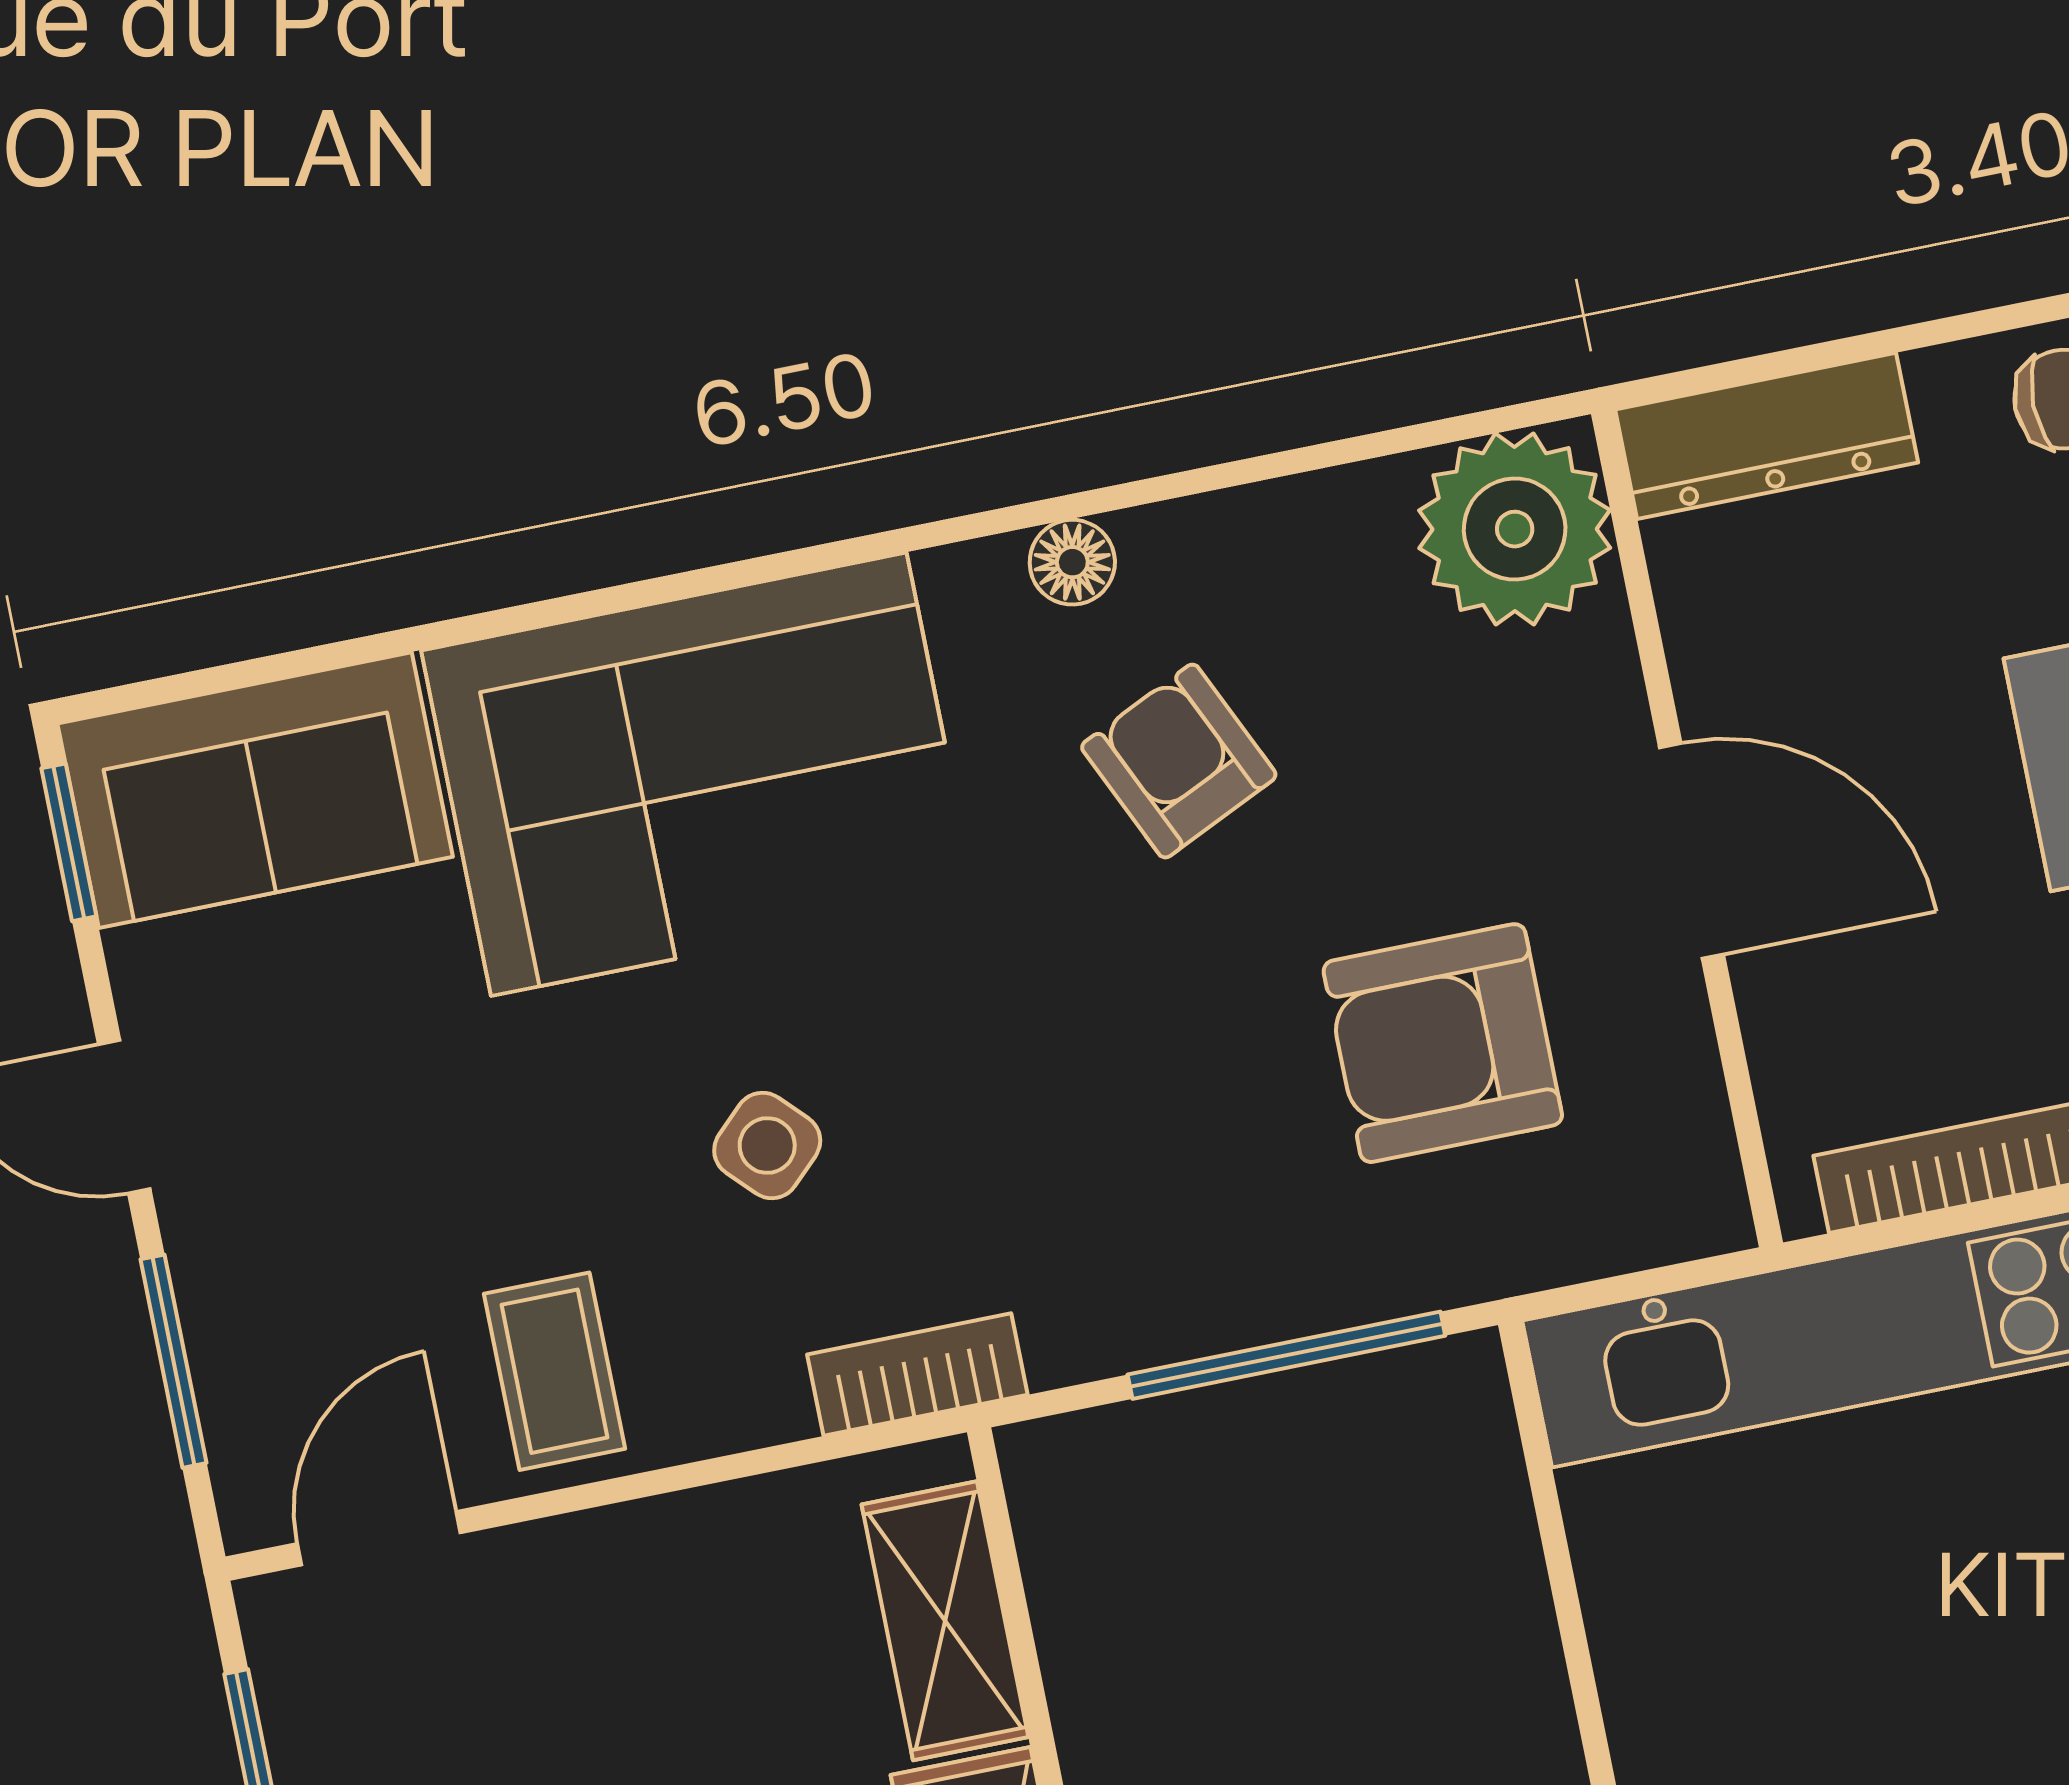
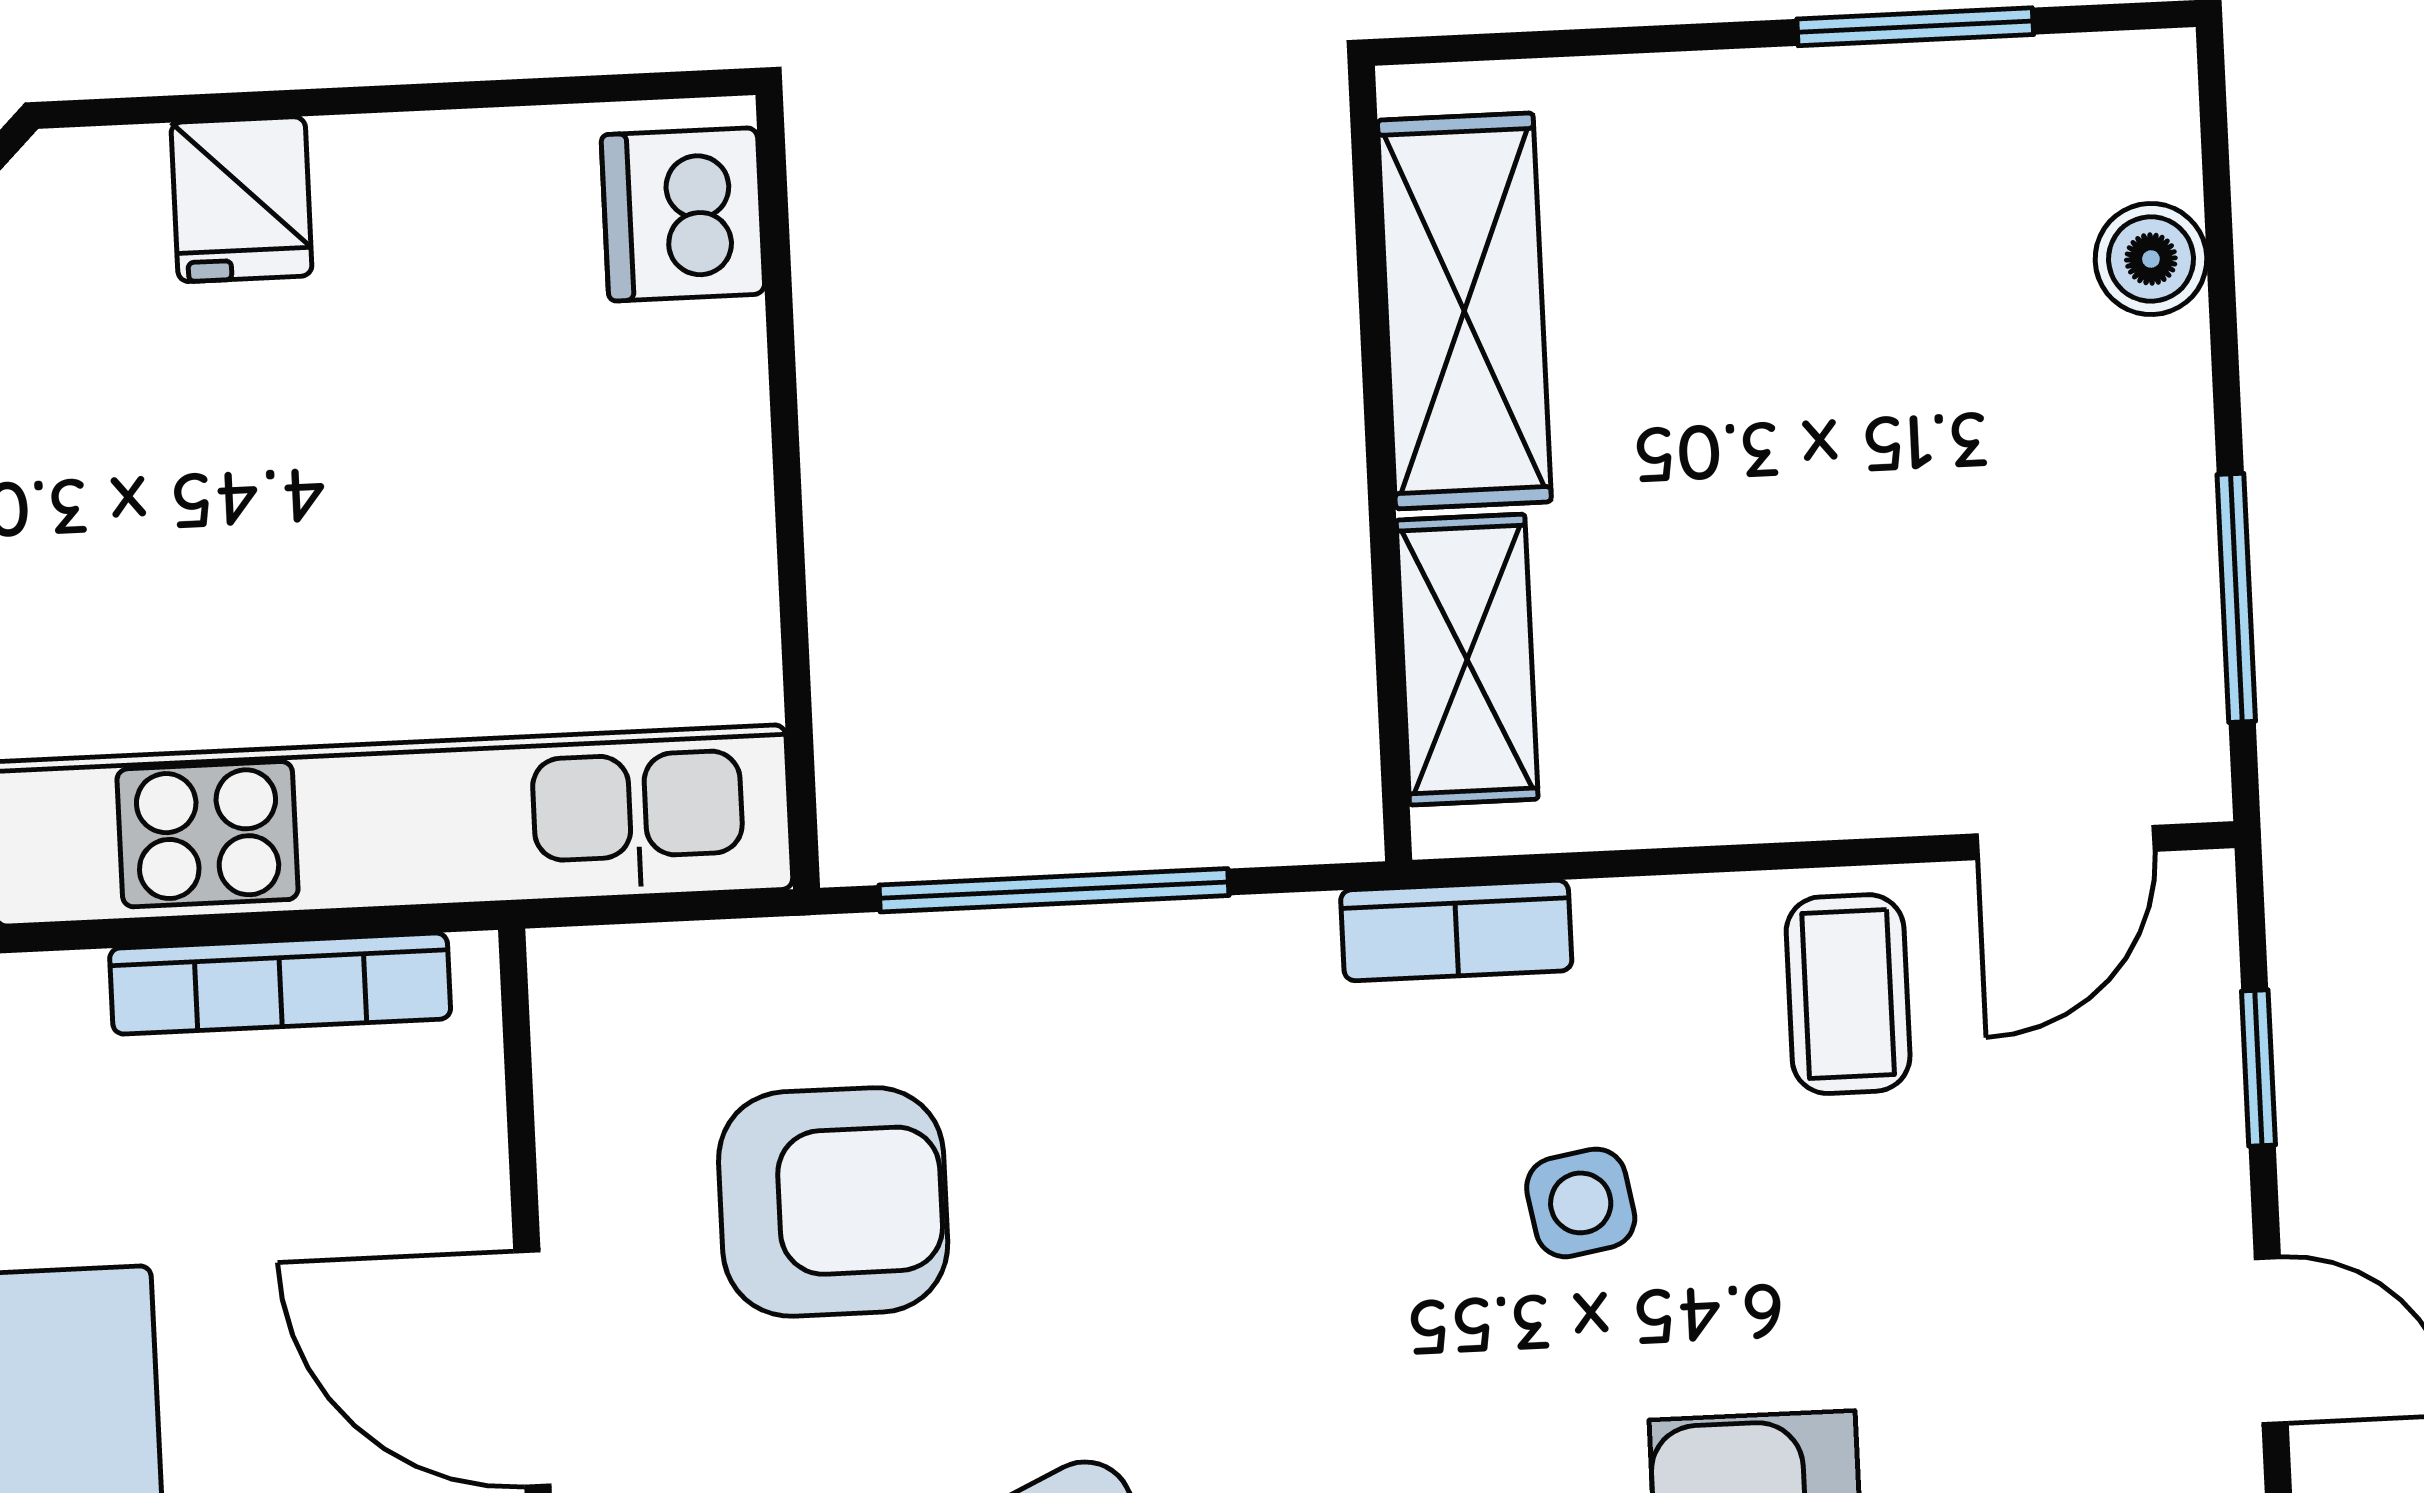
side table: (767, 1146) -> (1581, 1203), turned 34
window: (173, 1361) -> (2258, 1068), width x0.67

